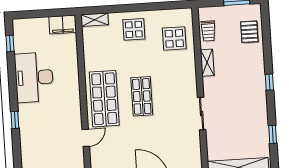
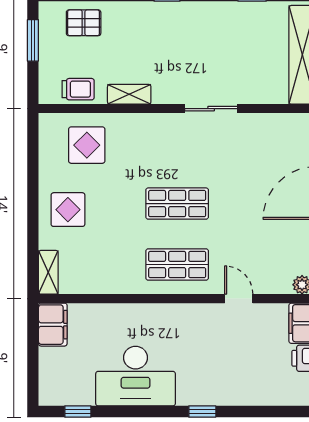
shop shelf: (104, 99) -> (177, 265), width x0.70, depth x0.74

